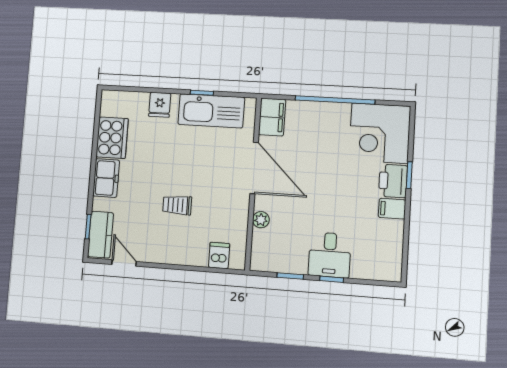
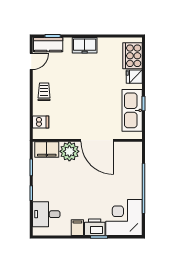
filing cabinet: (272, 117) -> (47, 150), moved
cooker: (112, 138) -> (133, 56), moved, turned 90
door: (254, 168) -> (97, 140), hinge flipped
trolley: (177, 205) -> (44, 92), moved
plant: (261, 220) -> (69, 151), width x1.87, depth x1.87
desk: (330, 255) -> (46, 214), moved

